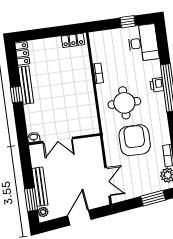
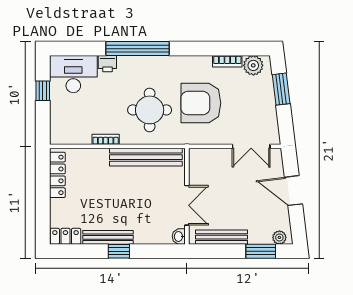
locker: (73, 40) -> (57, 175), width x1.53
printer: (157, 85) -> (107, 64), moved
bench: (89, 105) -> (146, 157), added
double door: (108, 182) -> (251, 146), swing flipped
bench: (40, 187) -> (222, 237), moved

